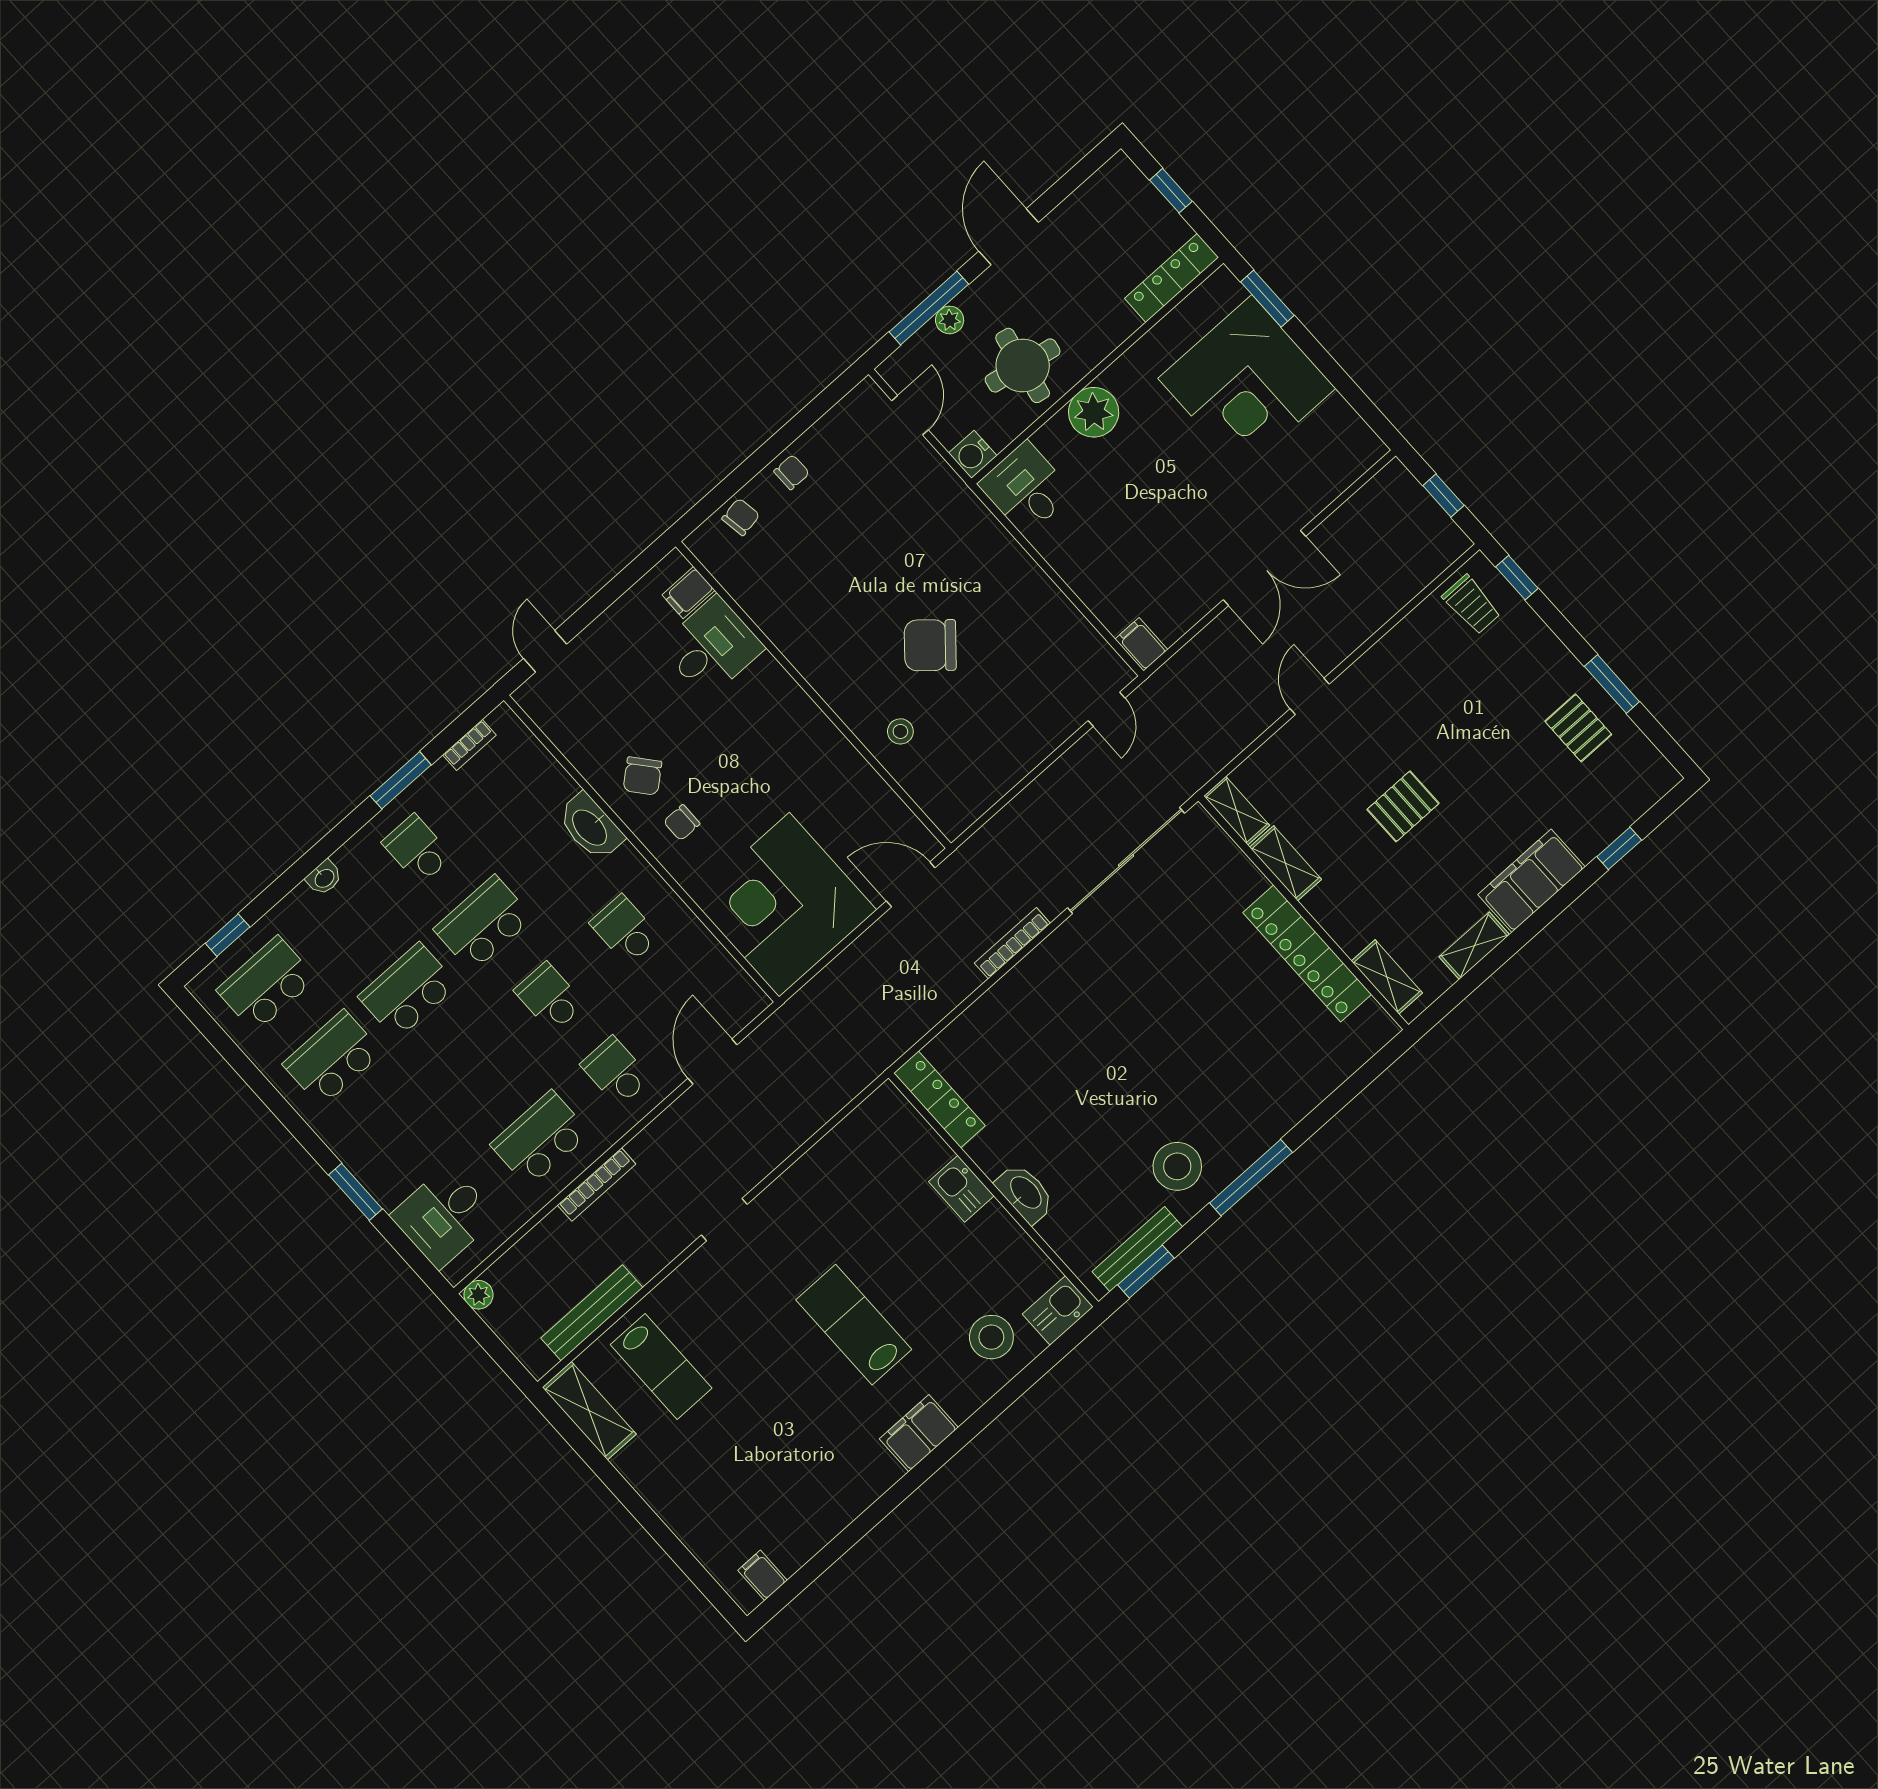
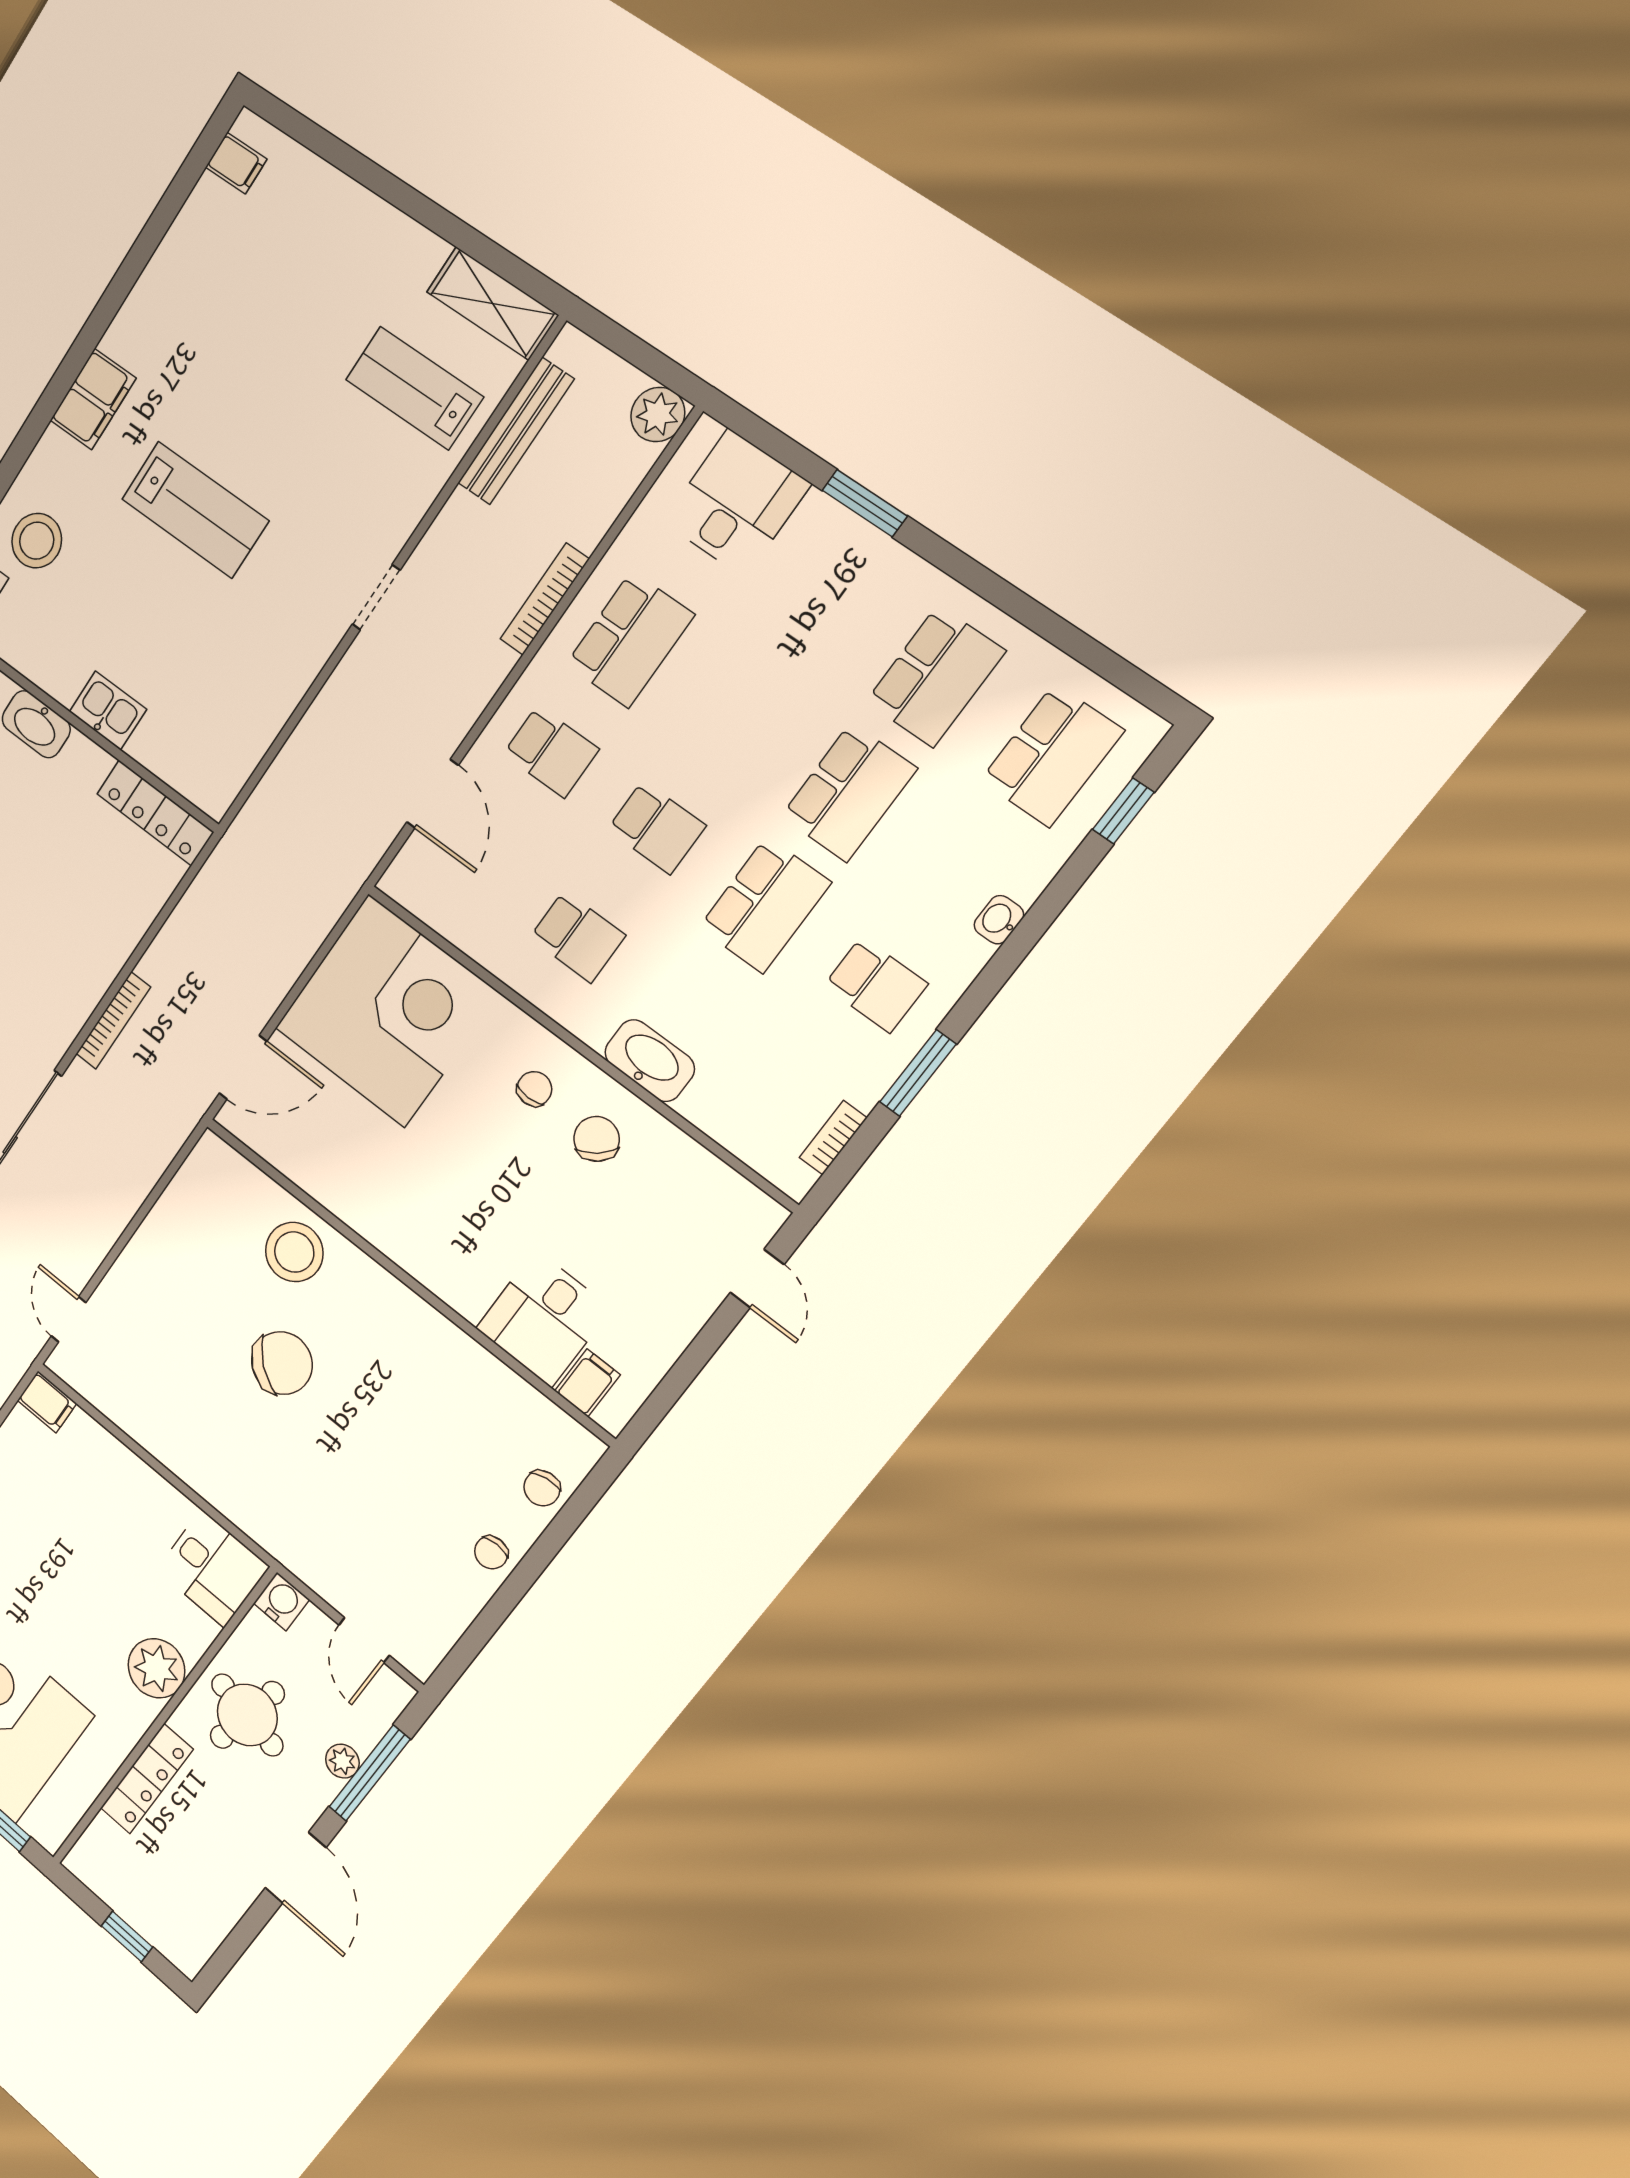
locker: (1172, 278) -> (147, 1779), moved
stool: (900, 731) -> (294, 1252), width x1.89, depth x1.89
plant: (479, 1295) -> (658, 414), width x1.38, depth x1.38

